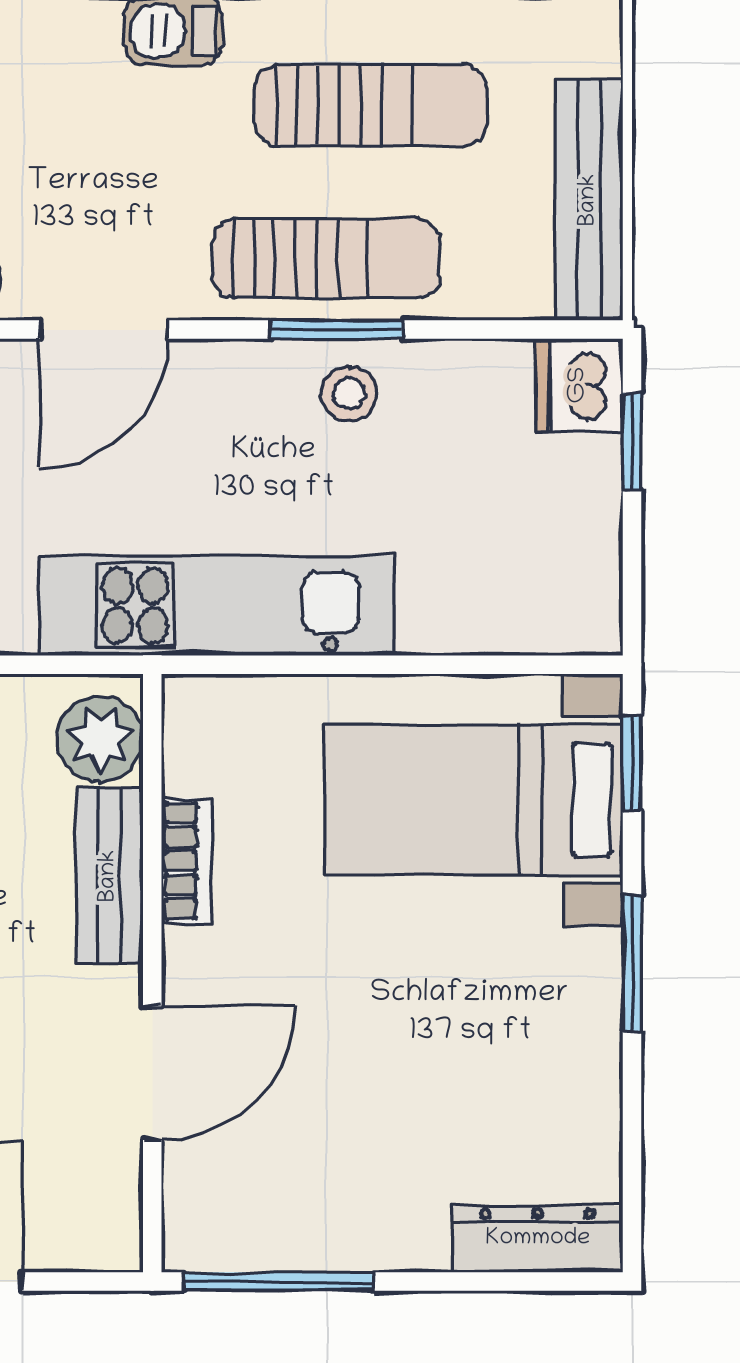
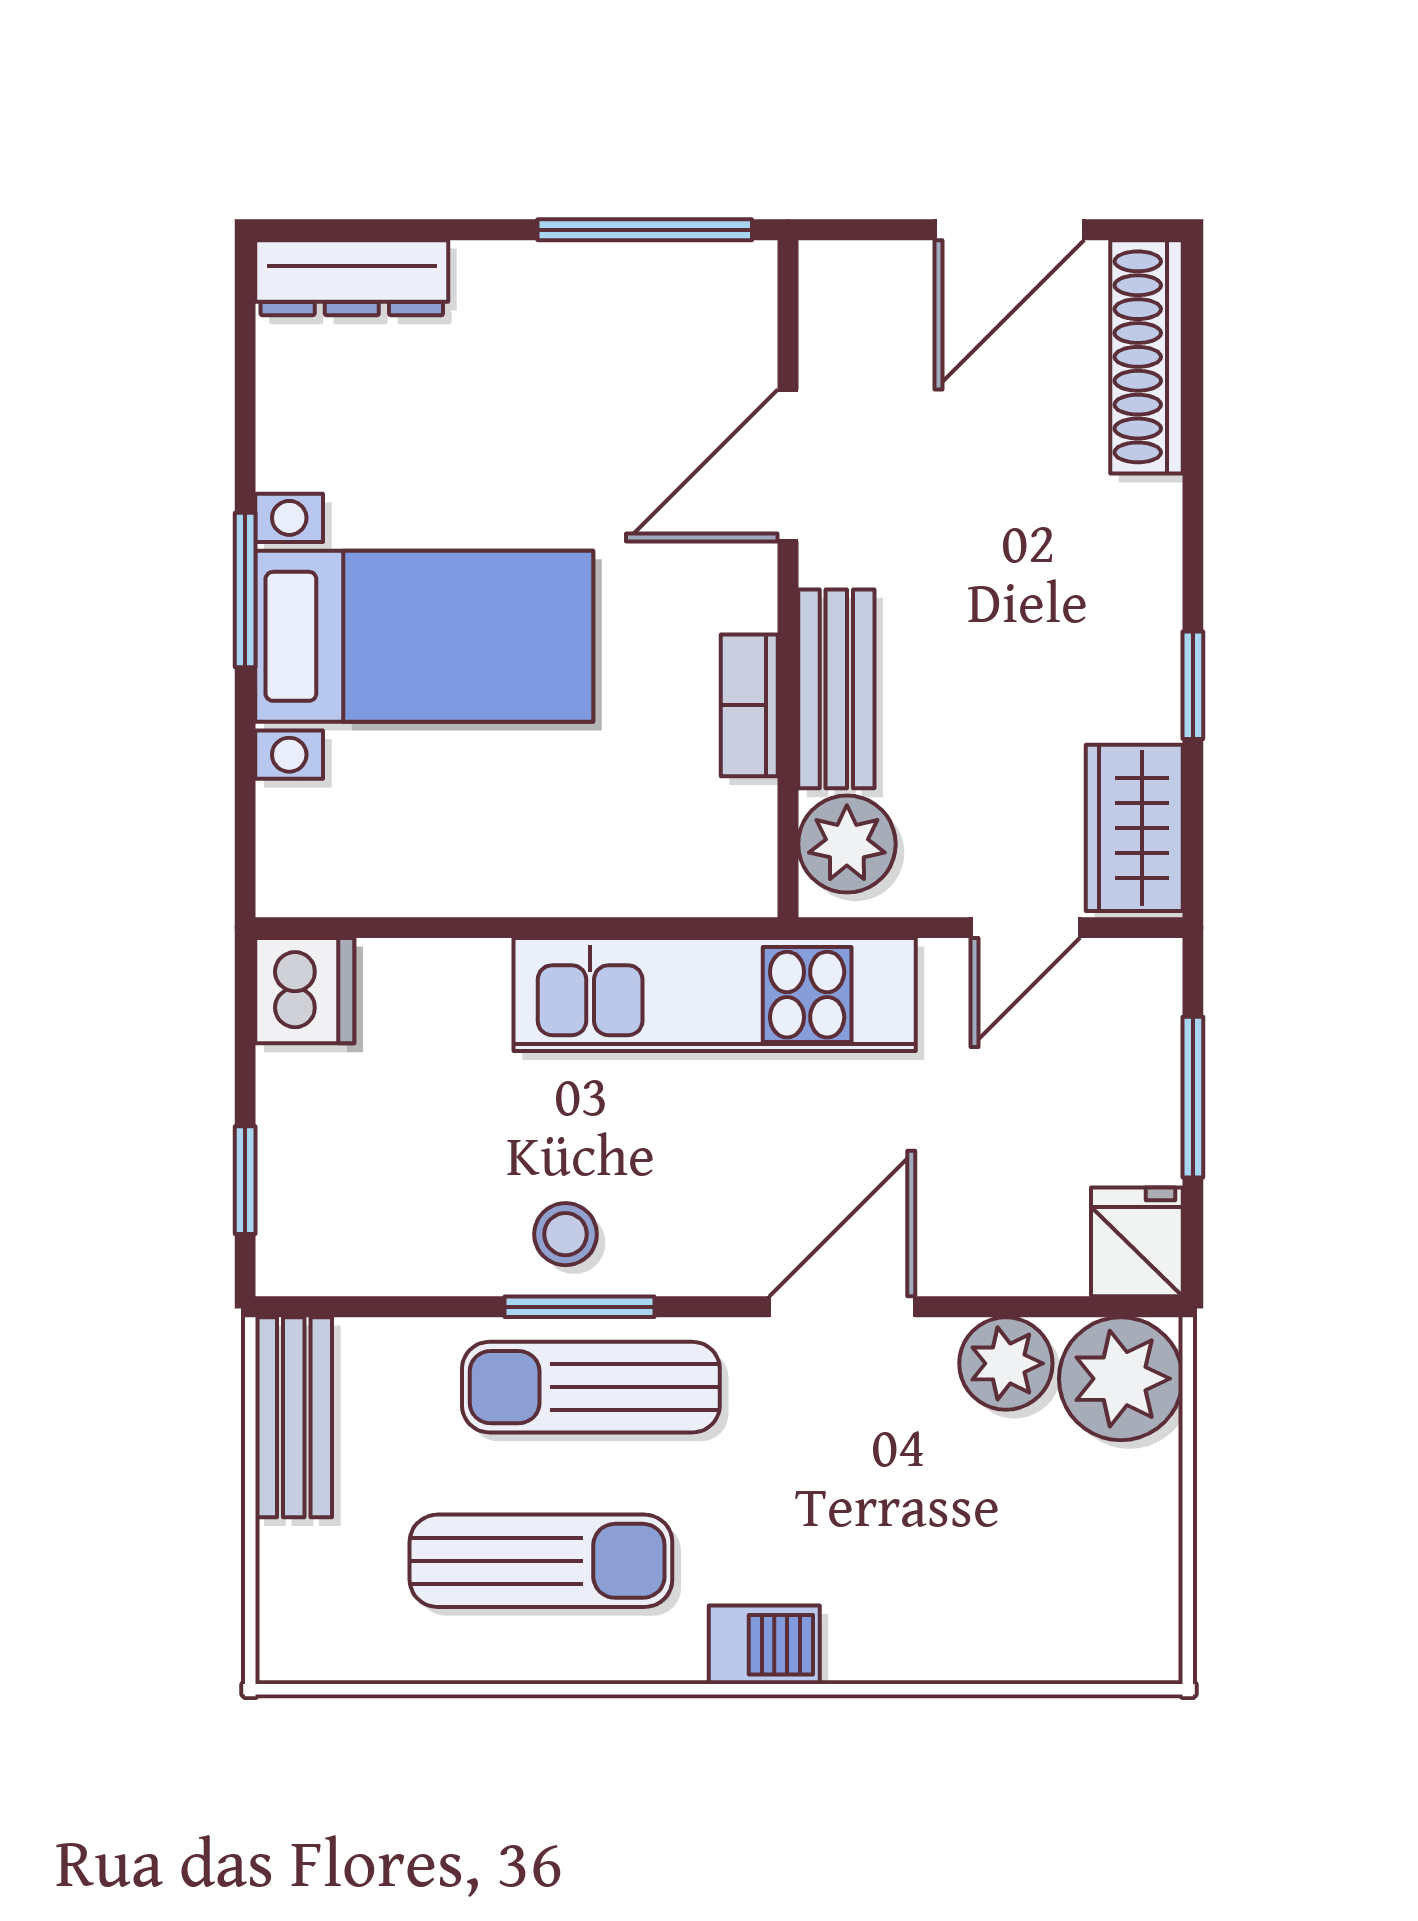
sun lounger: (370, 105) -> (541, 1561), turned 180
bench: (589, 200) -> (294, 1417), width x0.73
dishwasher: (579, 385) -> (305, 991), moved
window: (632, 763) -> (245, 817), removed
bed with nightstands: (474, 800) -> (424, 636), moved

